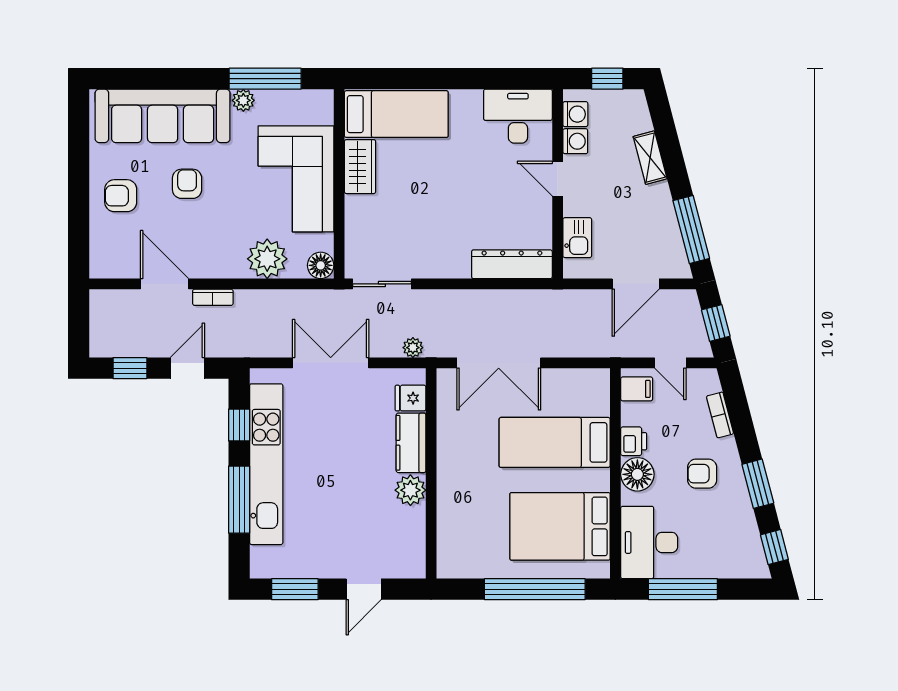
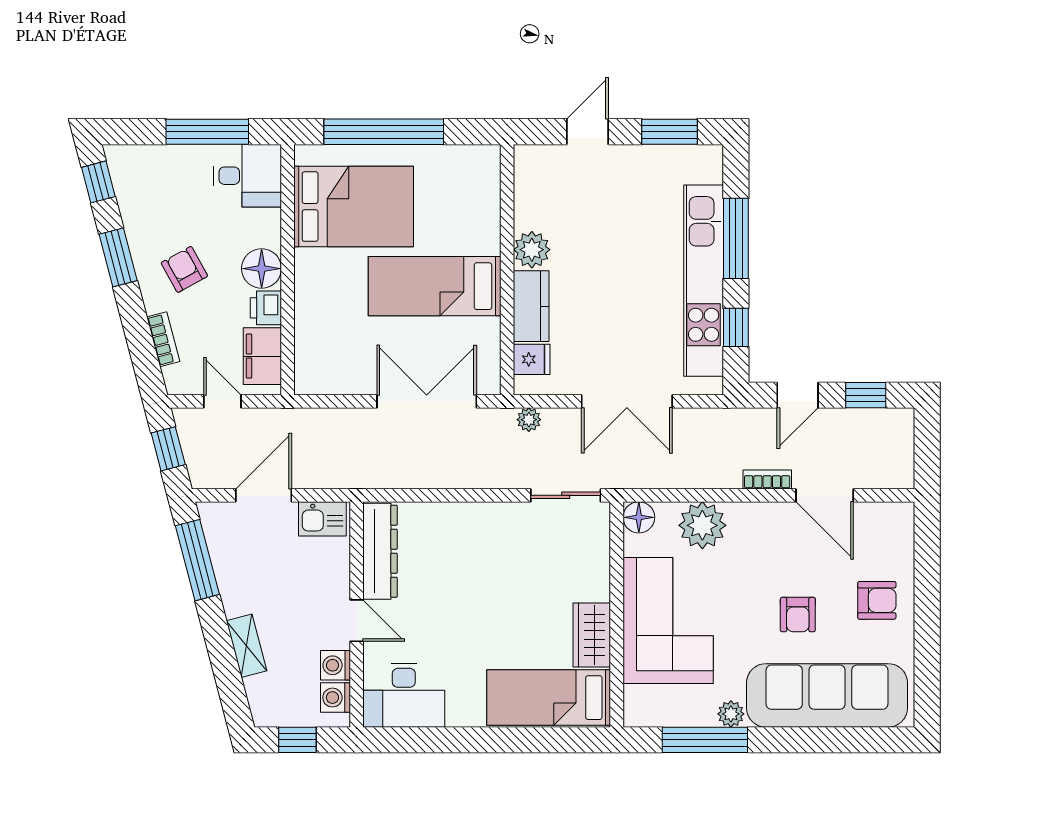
kitchen sink: (577, 238) -> (322, 519), moved, turned -90
dresser: (512, 264) -> (380, 551), moved, turned -90
filing cabinet: (637, 389) -> (262, 356), width x2.00
bed: (555, 442) -> (435, 286), moved, turned 180
armchair: (702, 474) -> (184, 269), turned -119
desk: (649, 542) -> (248, 176), width x0.73

